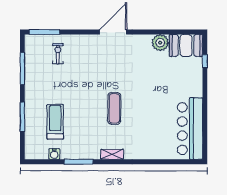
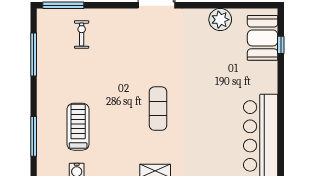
booth: (186, 45) -> (263, 38), moved, turned 90
window: (22, 117) -> (34, 136), moved

